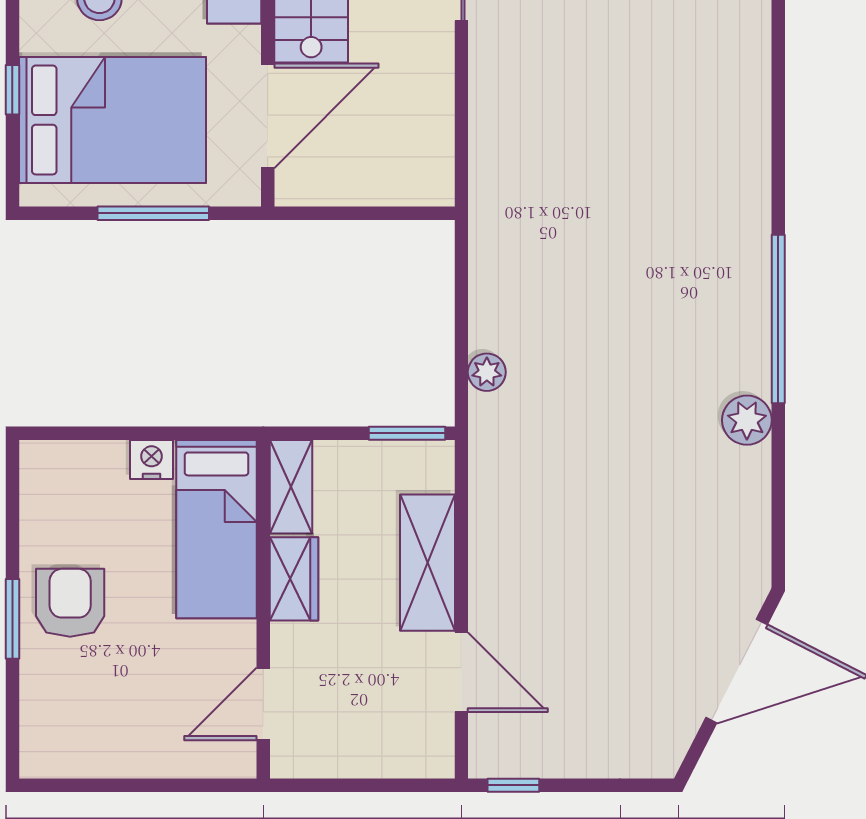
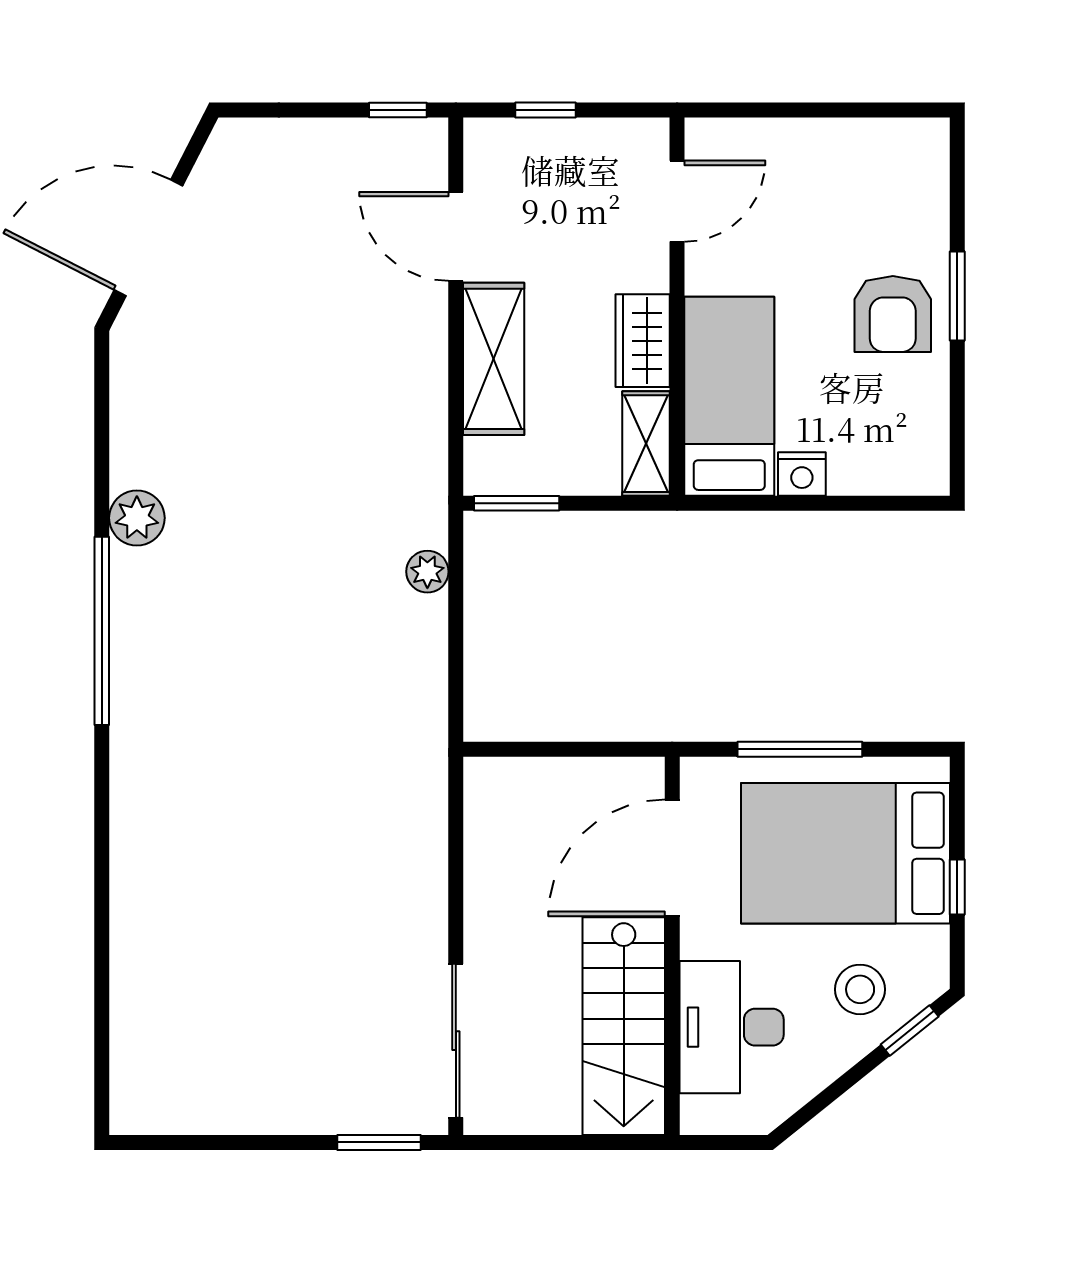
window: (381, 785) -> (546, 110), added

